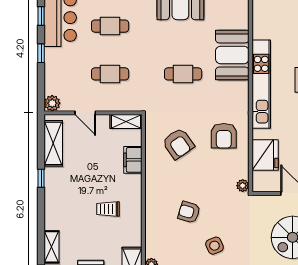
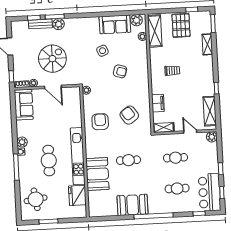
fridge: (265, 155) -> (77, 195), moved

